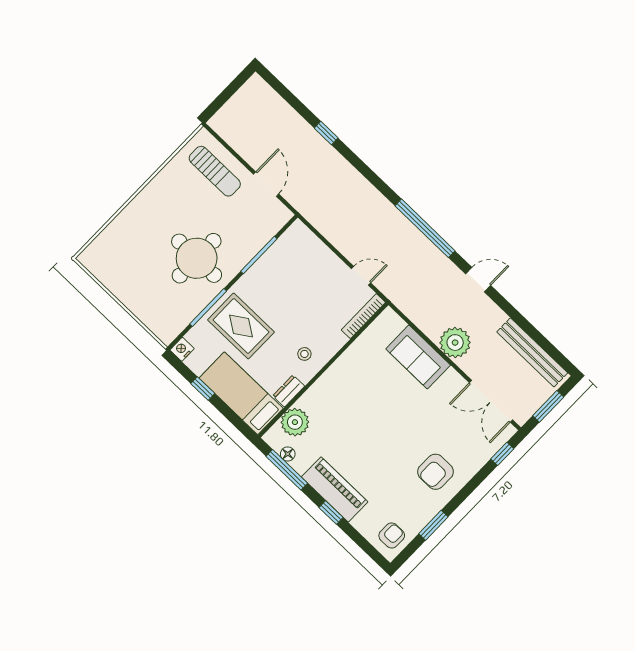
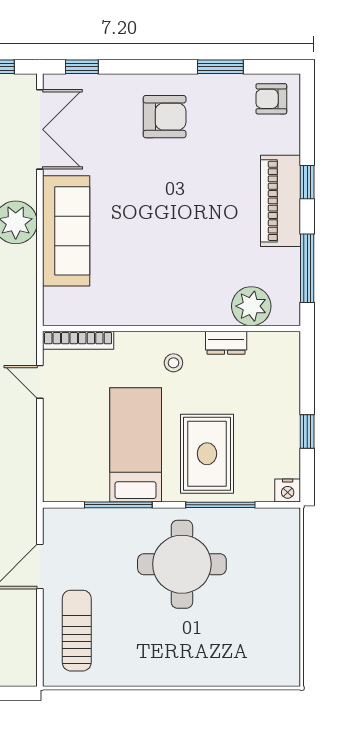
sofa: (418, 357) -> (66, 231), width x1.36
bed: (241, 393) -> (136, 445), moved, turned 180
floor lamp: (288, 454) -> (290, 283), removed

